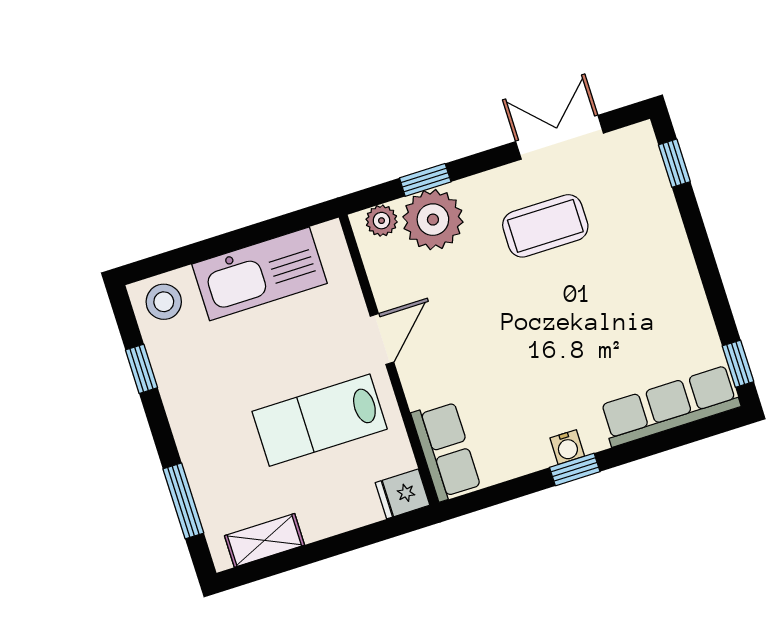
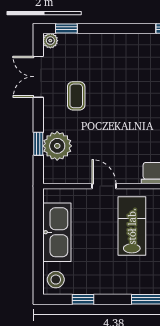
plant: (382, 221) -> (50, 41), moved
coffee table: (545, 226) -> (76, 96), width x0.73, depth x0.77
lab bench: (320, 420) -> (132, 226), turned 180

